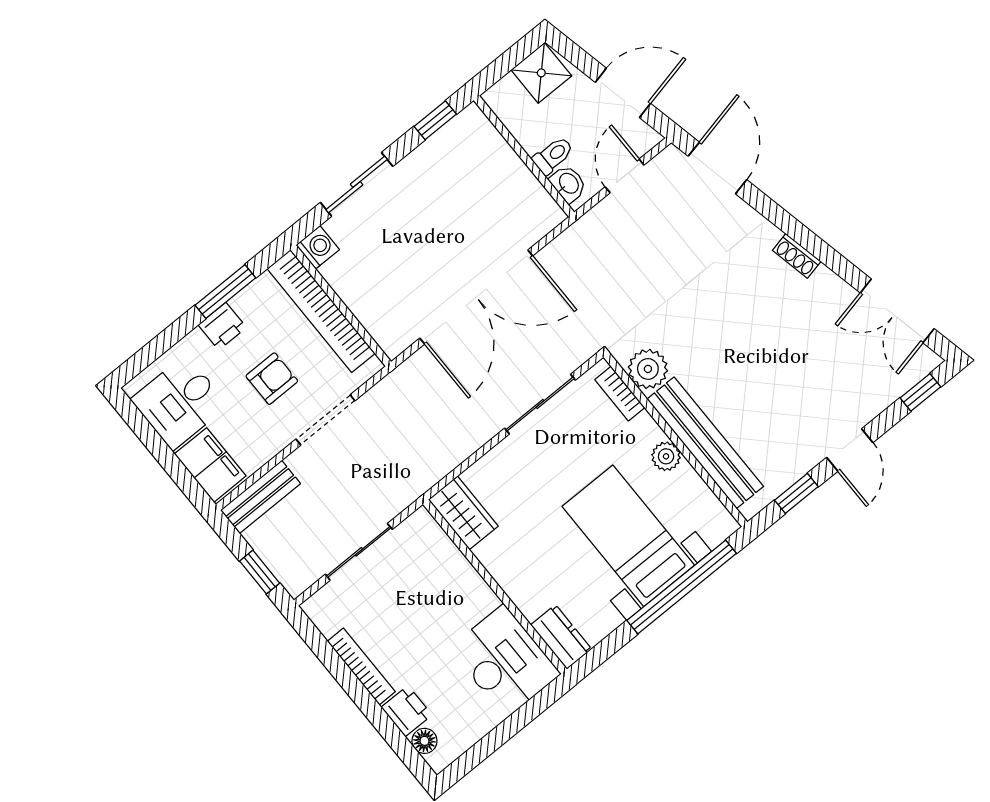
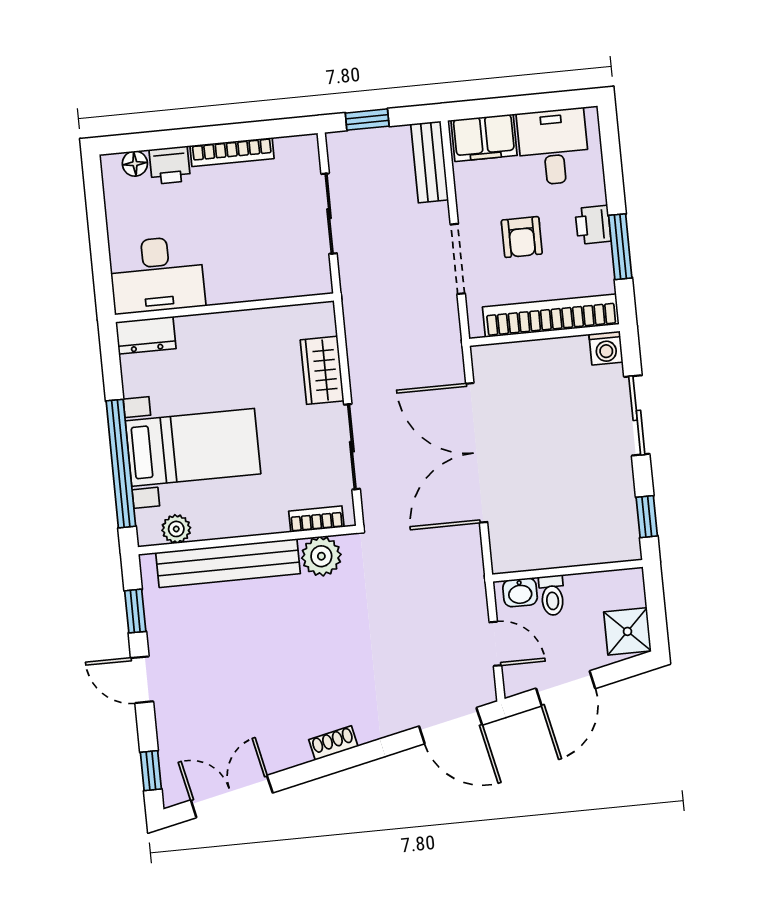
plant: (666, 456) -> (176, 529), moved
wardrobe: (463, 513) -> (322, 370), moved, turned 90

